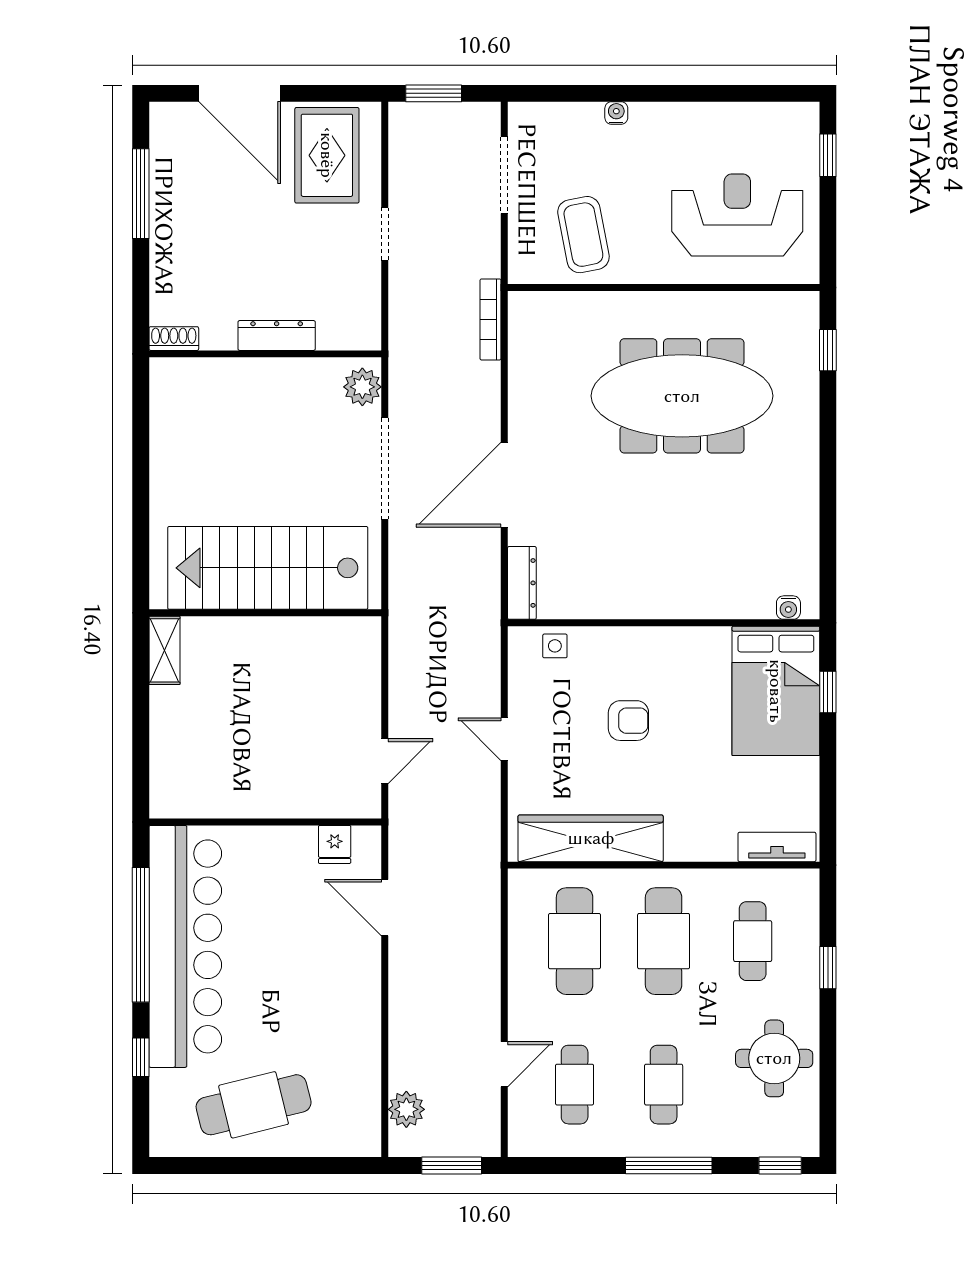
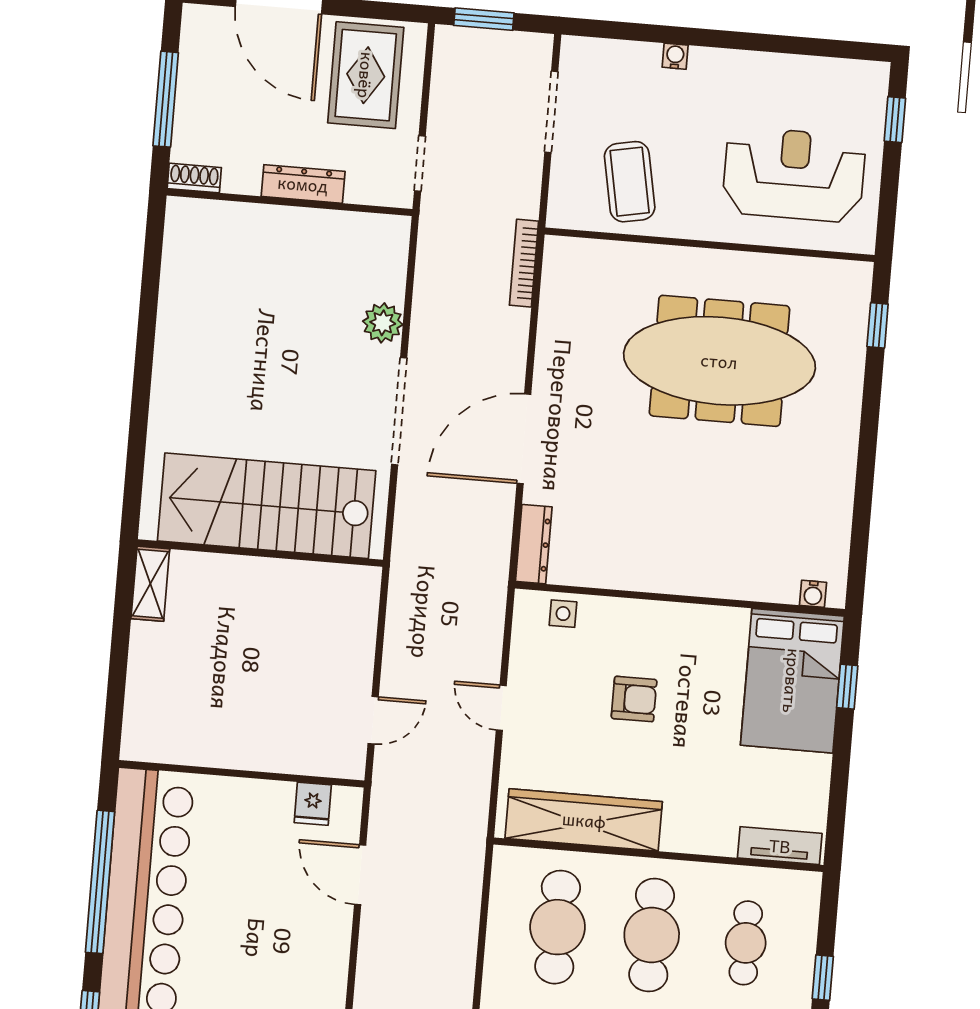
dresser: (277, 335) -> (303, 184), moved
shoe rack: (174, 339) -> (194, 178), moved
wall: (265, 354) -> (289, 202), moved

